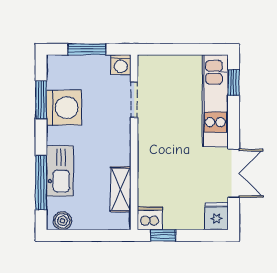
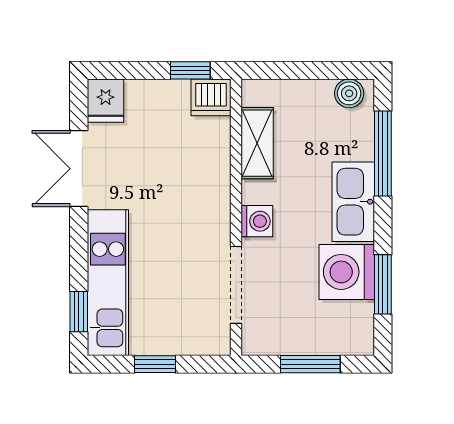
window: (185, 49) -> (155, 364), added
washing machine: (121, 65) -> (257, 221), moved, turned 90
doorway: (134, 100) -> (236, 285), width x1.38
kitchen sink: (60, 171) -> (353, 202), moved

